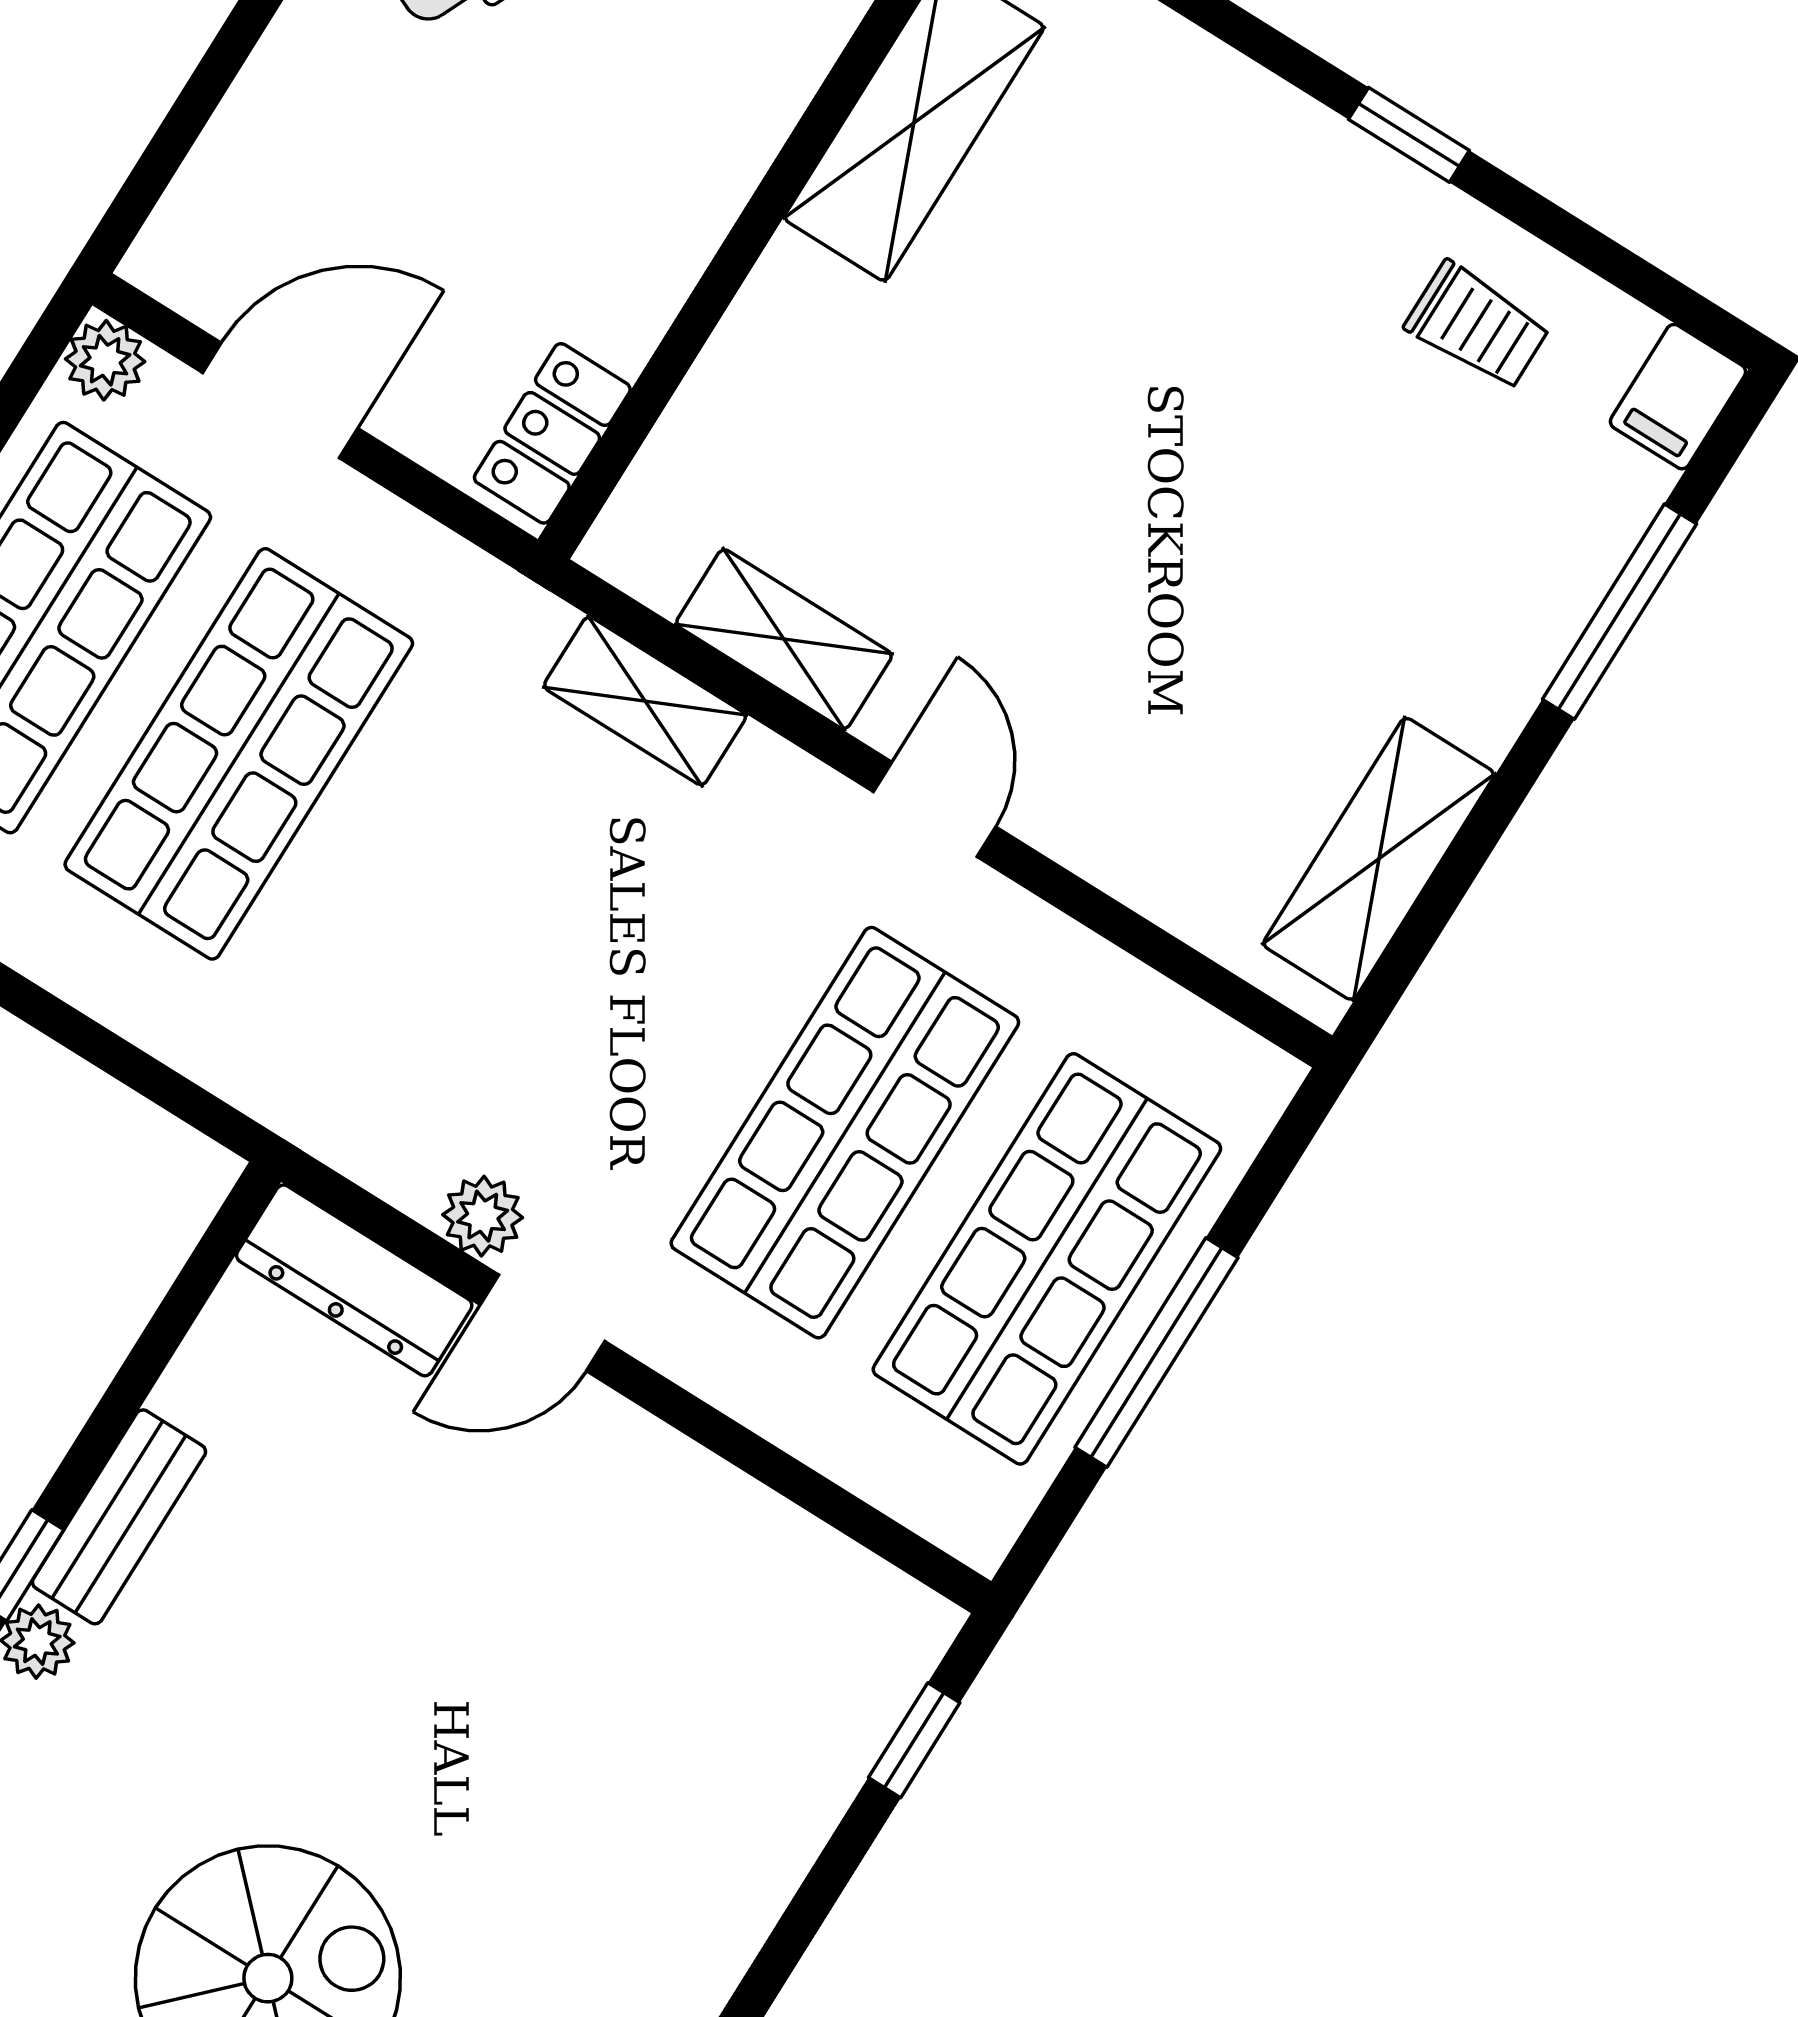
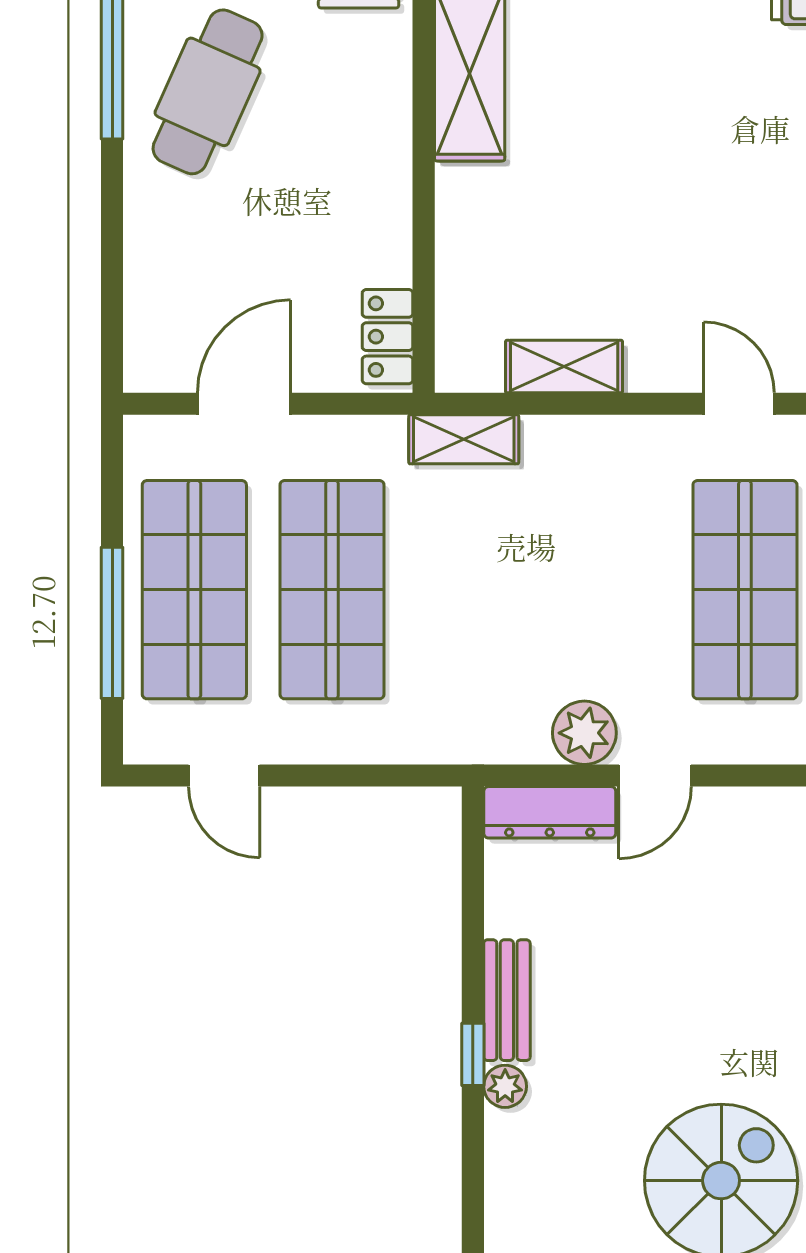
plant: (105, 360) -> (146, 438), removed
shelving: (645, 701) -> (464, 439), moved
door: (935, 809) -> (739, 404), moved
plant: (483, 1216) -> (584, 733), width x1.38, depth x1.38

